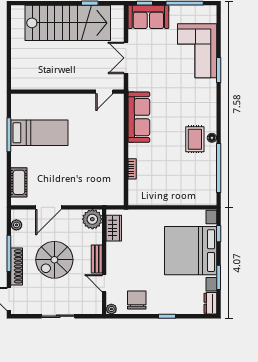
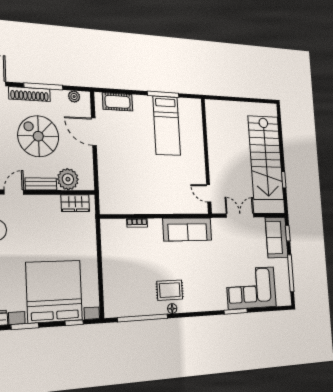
plant: (92, 219) -> (68, 179), moved

